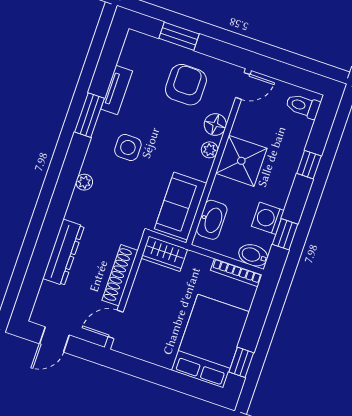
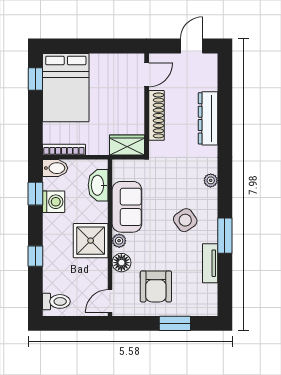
side table: (128, 147) -> (185, 220), turned -35
sofa: (181, 206) -> (127, 207), moved

